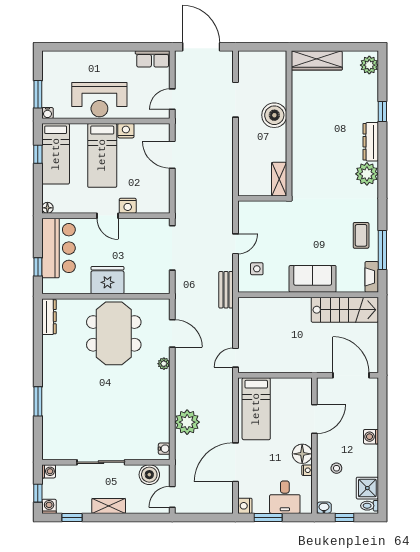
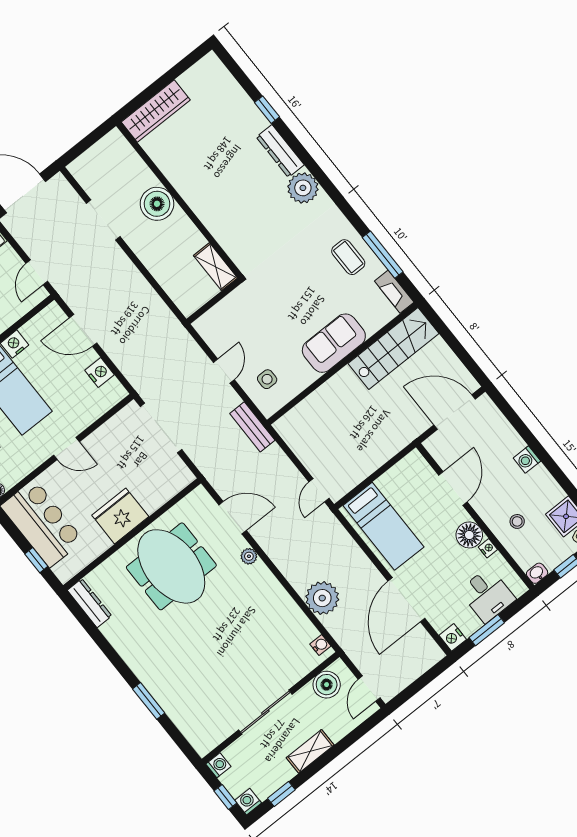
plant: (369, 65) -> (215, 72), removed
nightstand: (128, 206) -> (100, 373), moved, turned -90

